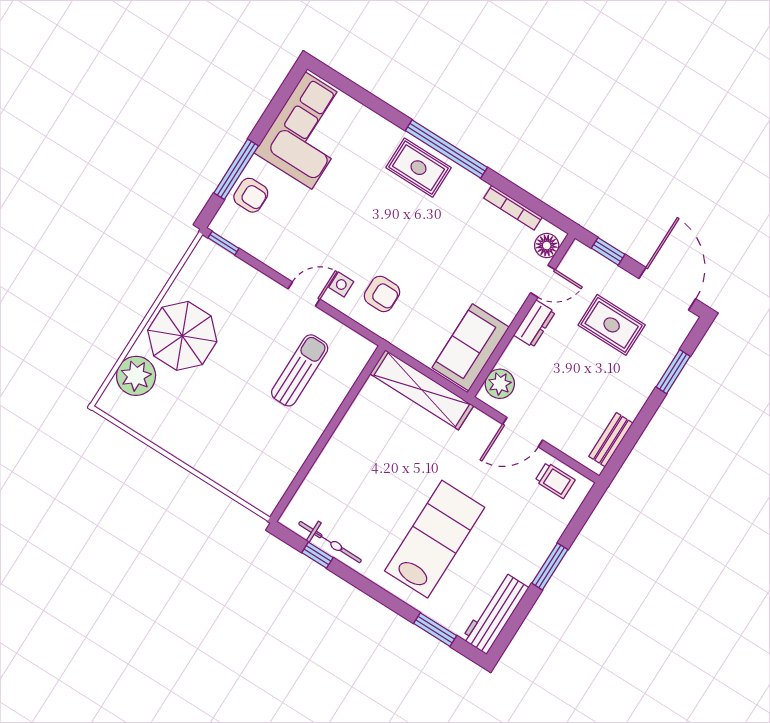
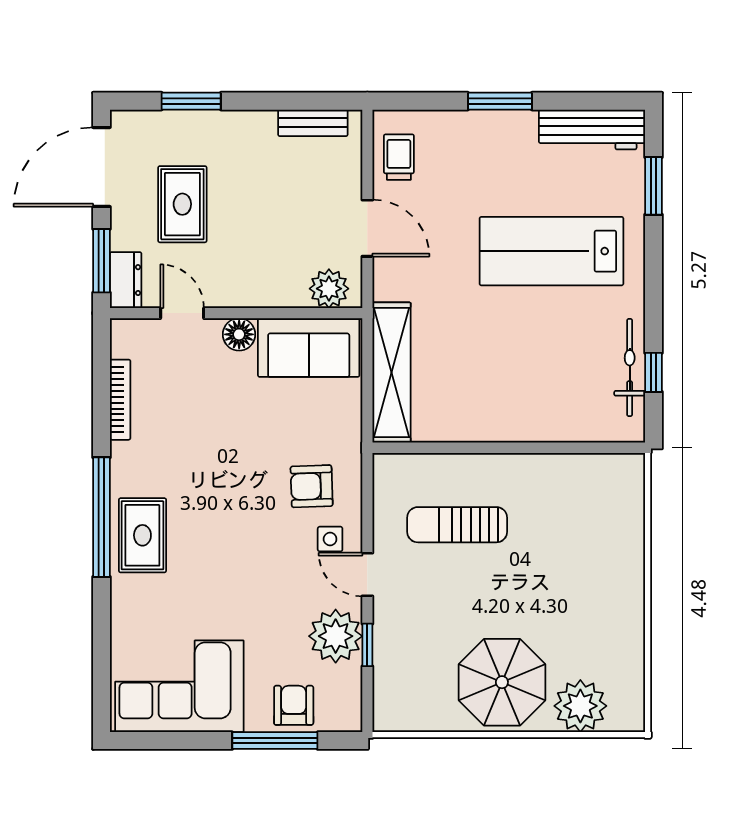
window: (224, 243) -> (367, 645), moved
floor lamp: (547, 246) -> (239, 334), moved
plant: (278, 249) -> (336, 636), added
window: (608, 251) -> (102, 261), width x1.50
armchair: (382, 294) -> (312, 486), turned -92
dresser: (534, 324) -> (126, 280), moved, turned 90

